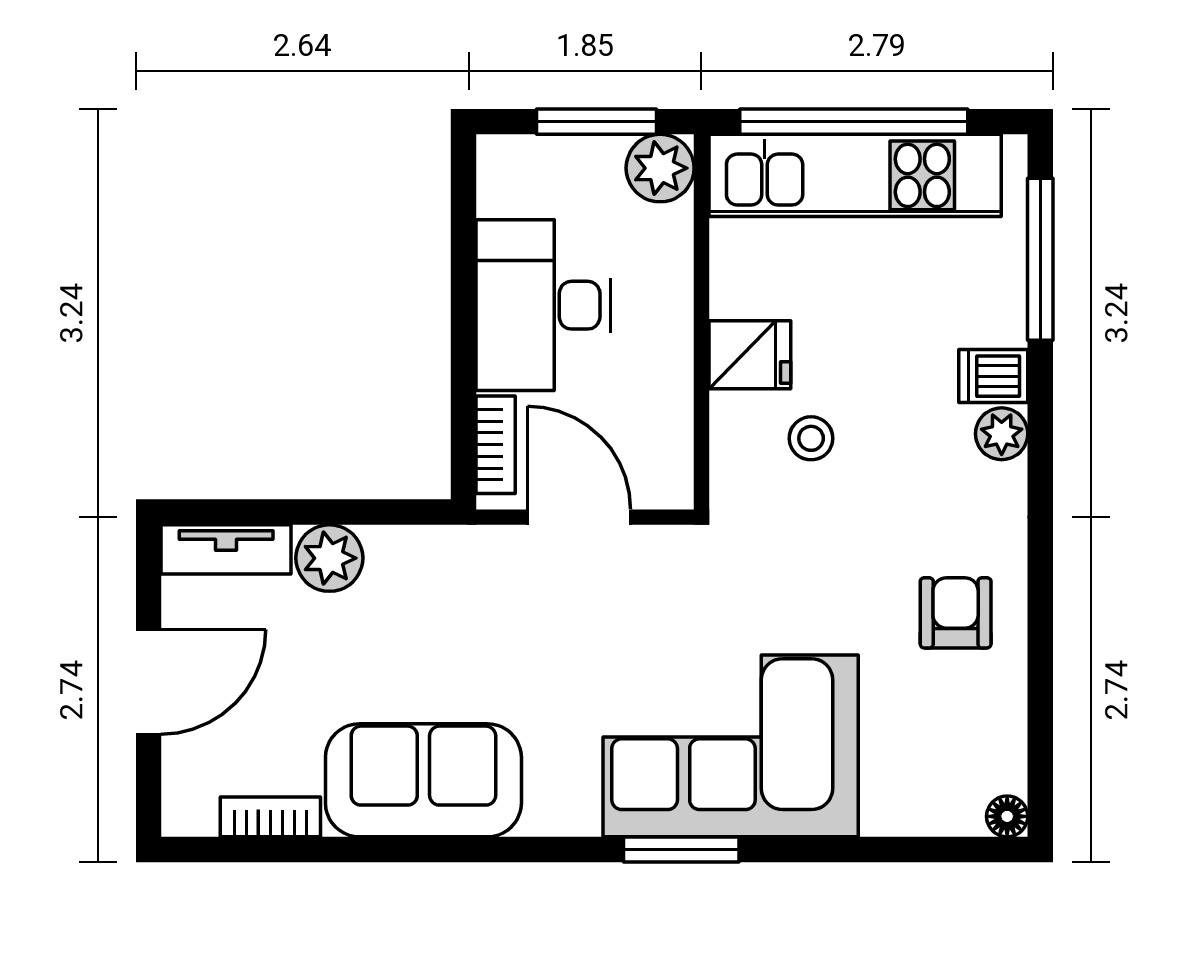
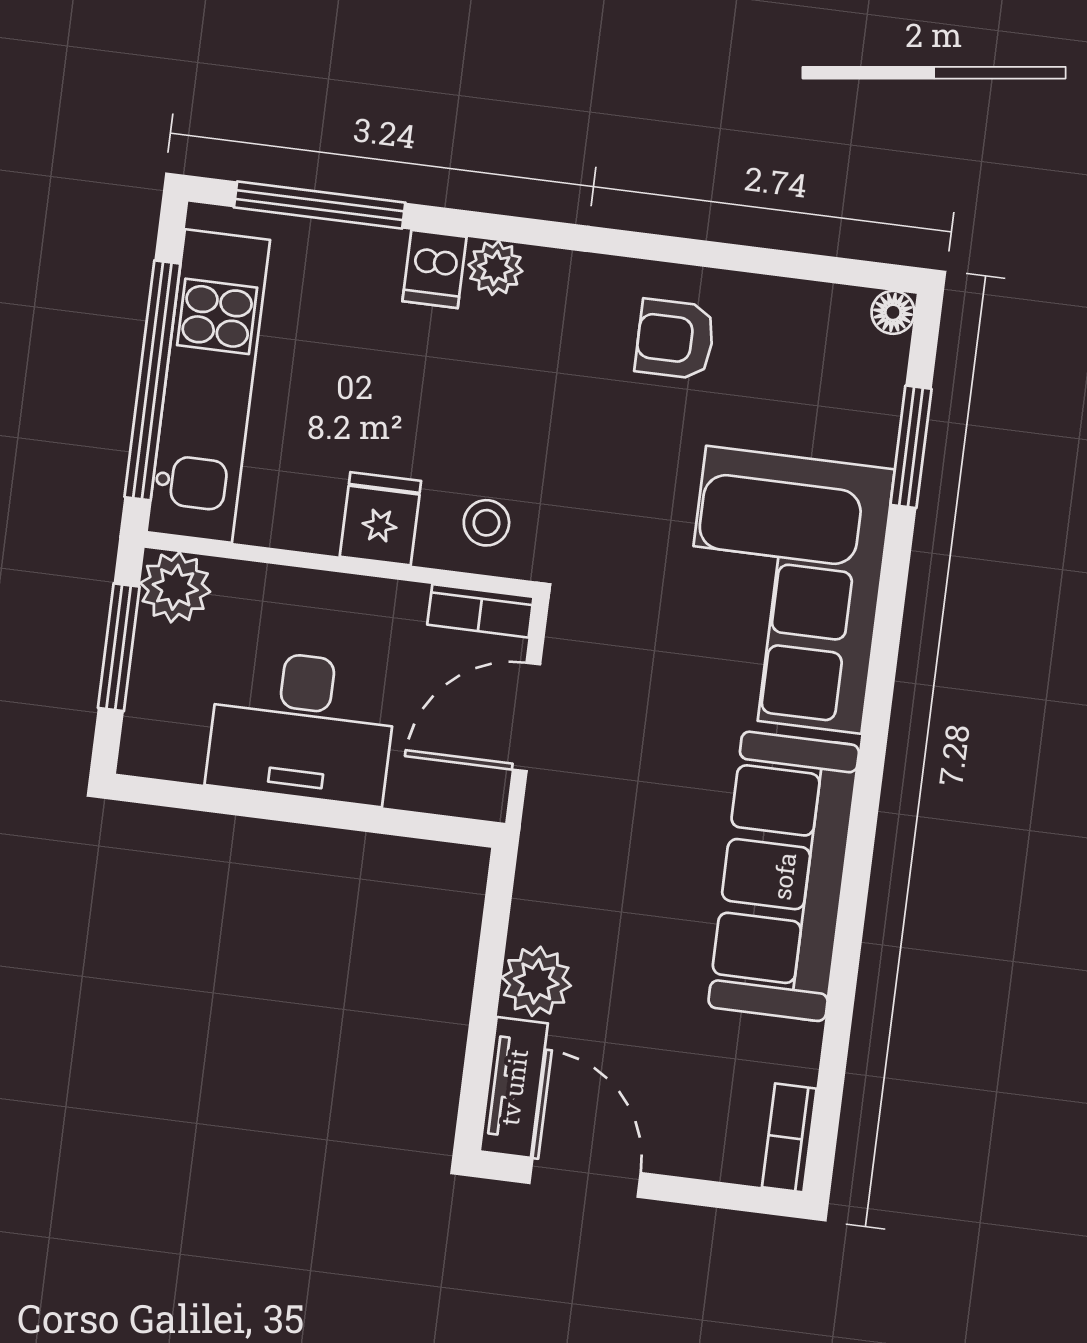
stool: (811, 438) -> (486, 523), moved
bookcase: (496, 445) -> (480, 611), moved, turned 180
door: (149, 682) -> (585, 1178), moved
sofa: (423, 780) -> (784, 876), width x1.36
bookcase: (270, 817) -> (789, 1138), moved
window: (681, 850) -> (911, 447), moved

